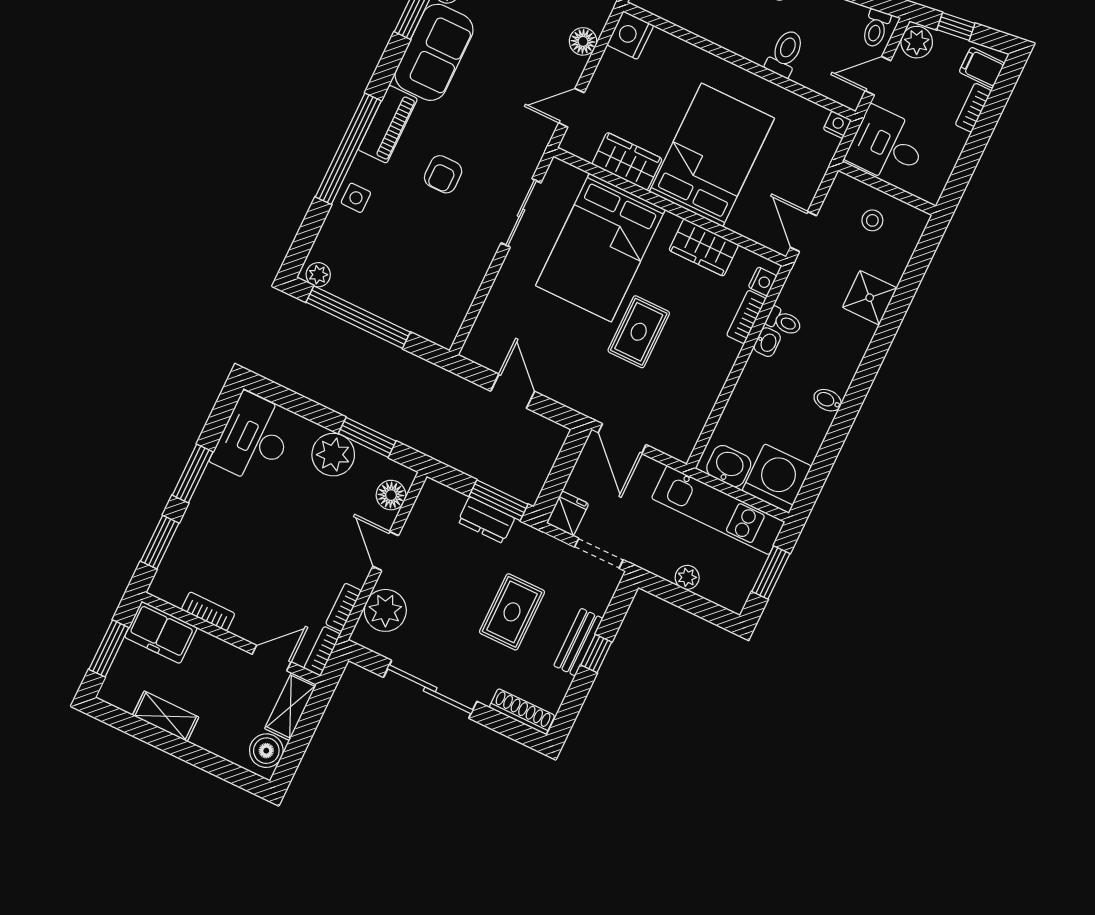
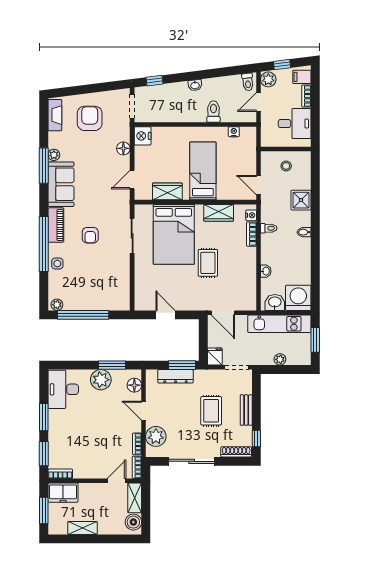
nightstand: (837, 125) -> (234, 132), moved
desk: (887, 146) -> (295, 124), moved, turned 180
bed: (712, 155) -> (203, 171), width x0.67
washbasin: (767, 342) -> (266, 271), moved
bidet: (828, 400) -> (304, 232), moved
dresser: (486, 520) -> (175, 376), width x1.44
bookcase: (208, 611) -> (60, 474), moved
window: (596, 654) -> (256, 439), moved

